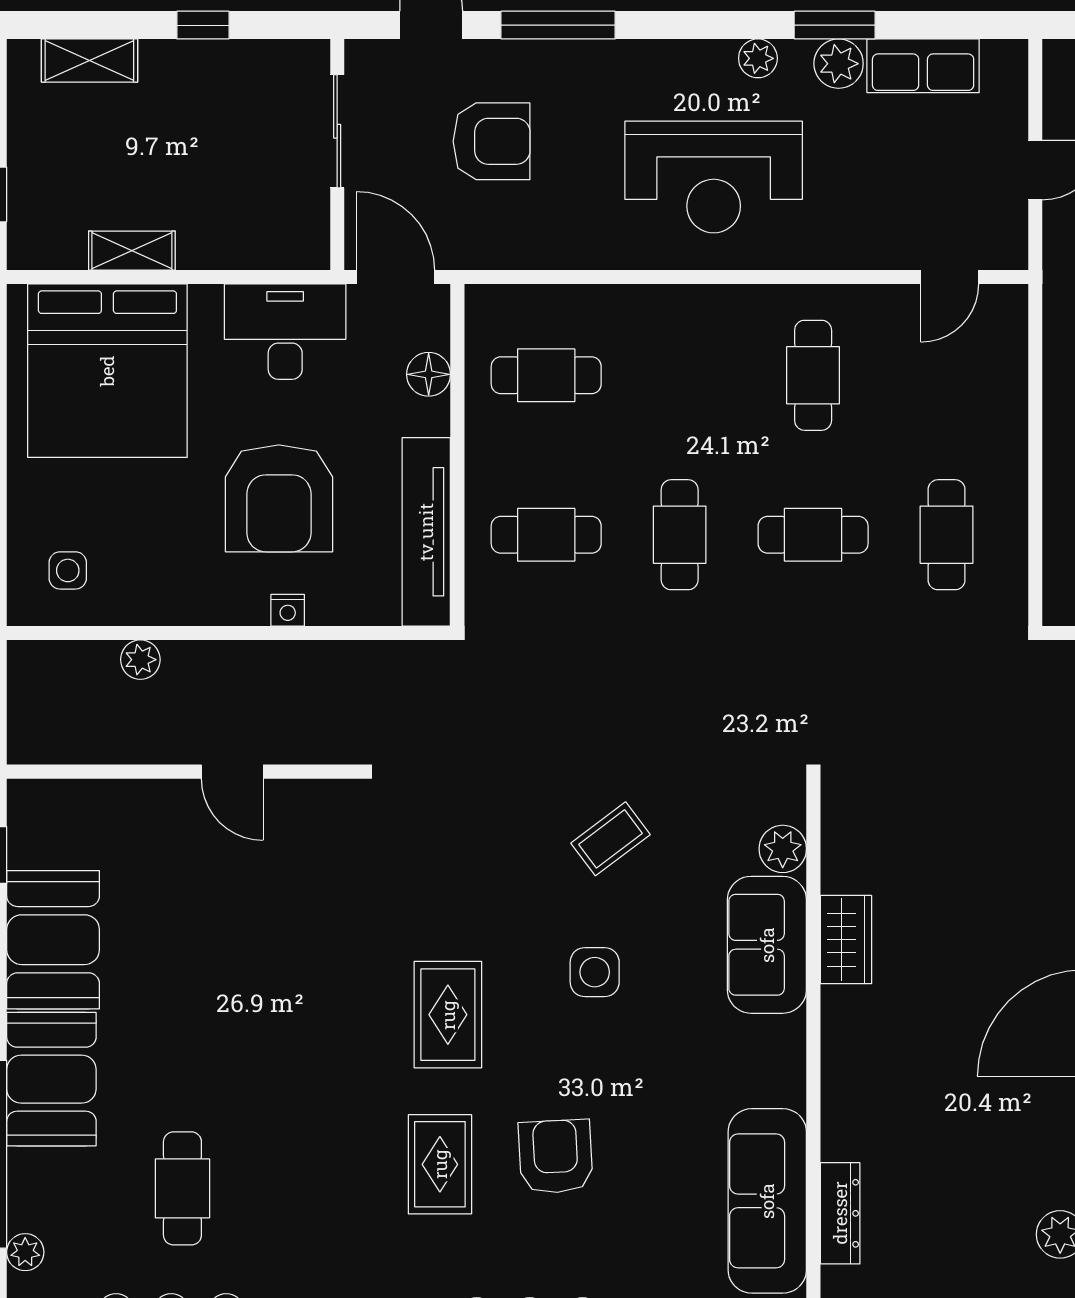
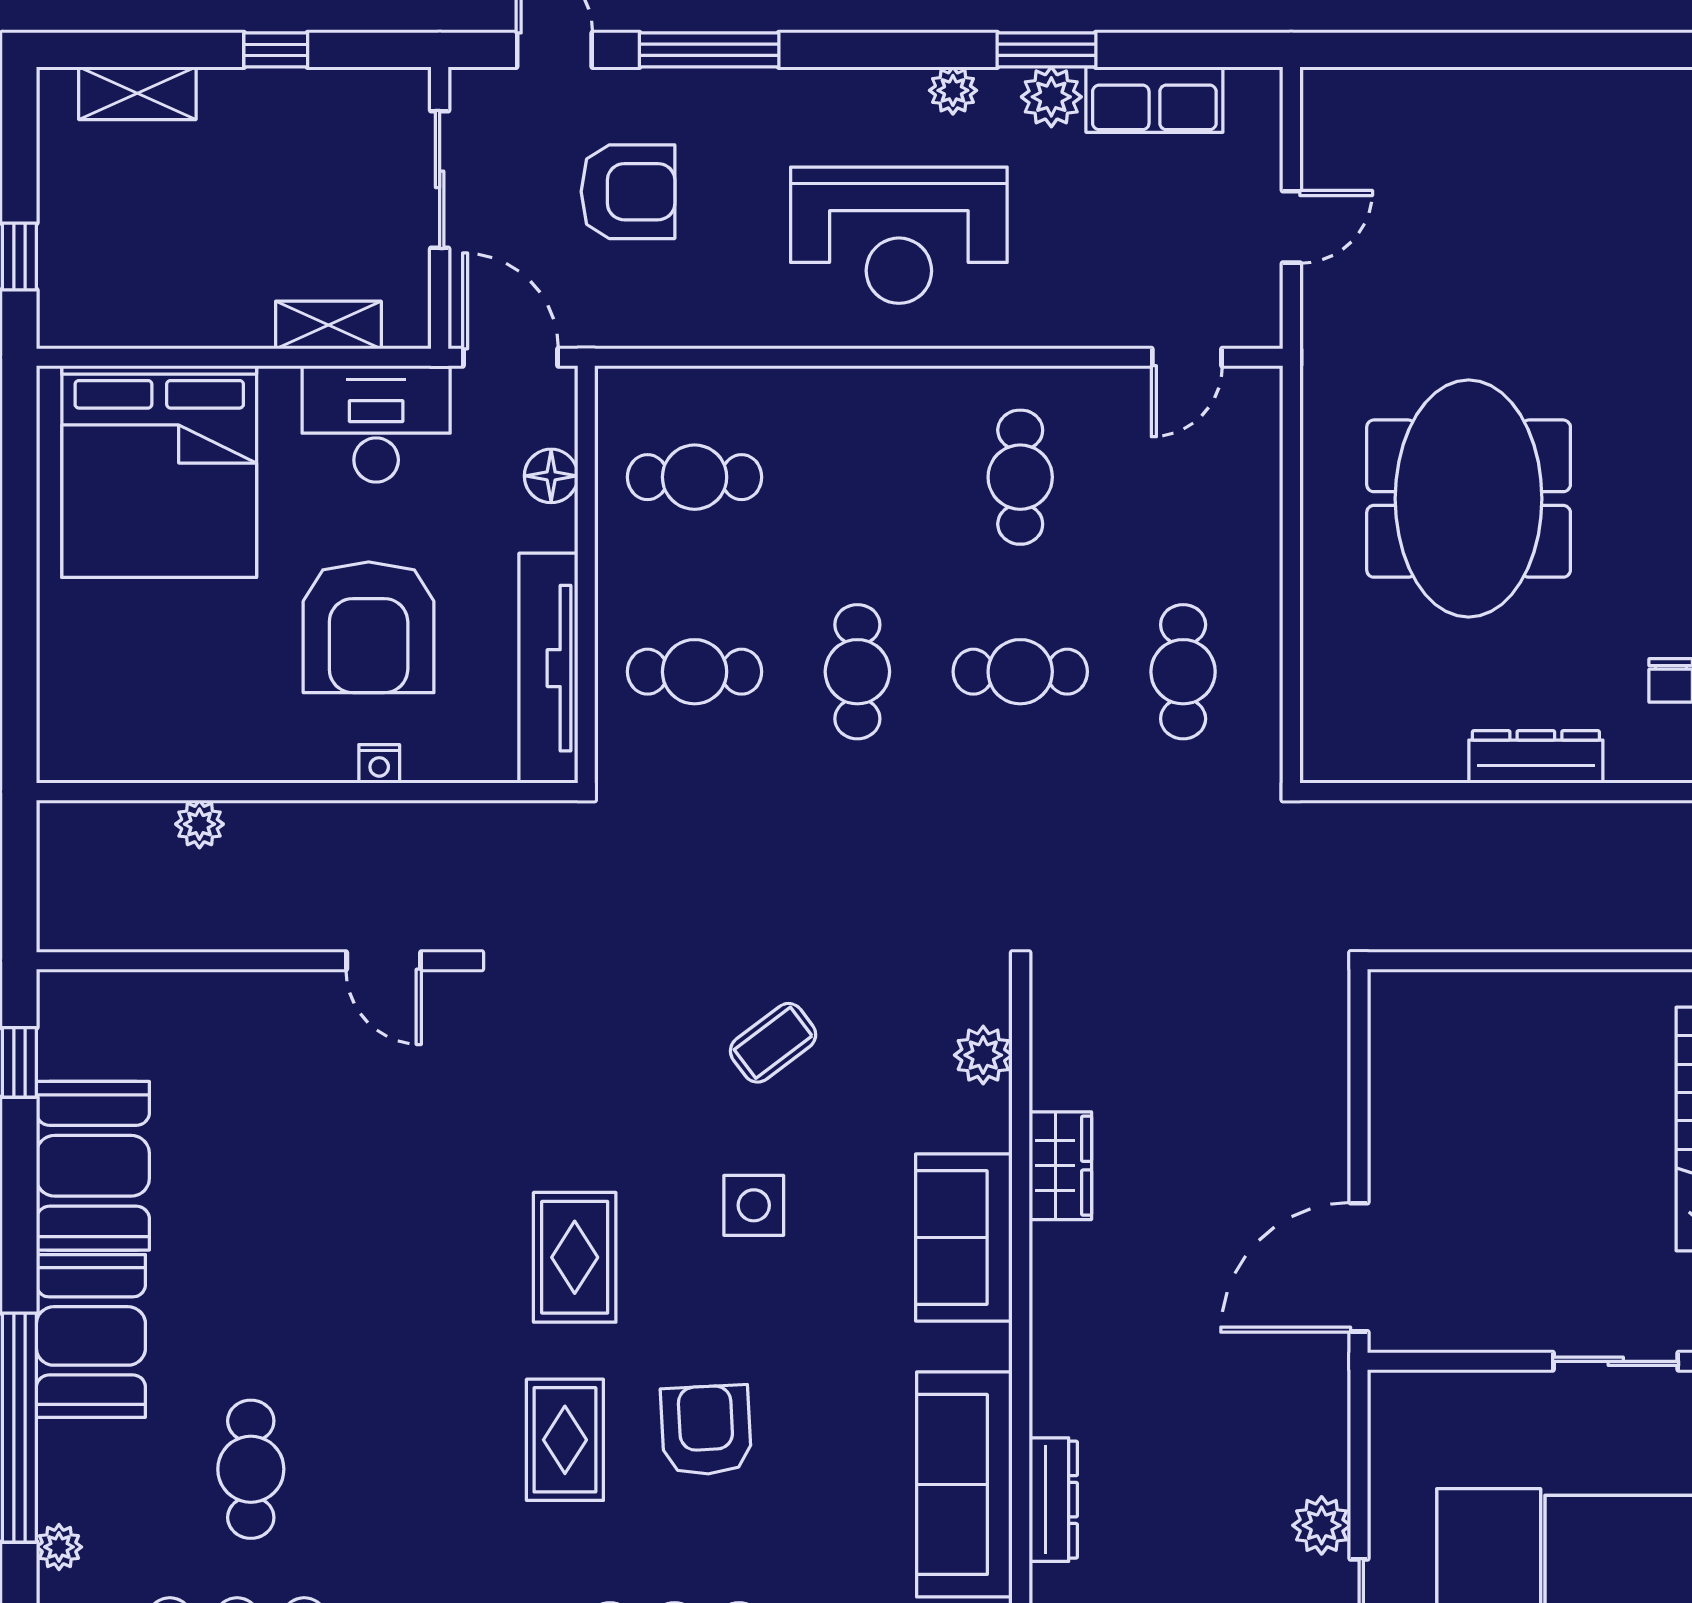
shelving: (132, 251) -> (328, 325), moved
side table: (68, 570) -> (111, 715), removed
door: (232, 772) -> (384, 961), moved
sofa: (767, 945) -> (964, 1238), moved

